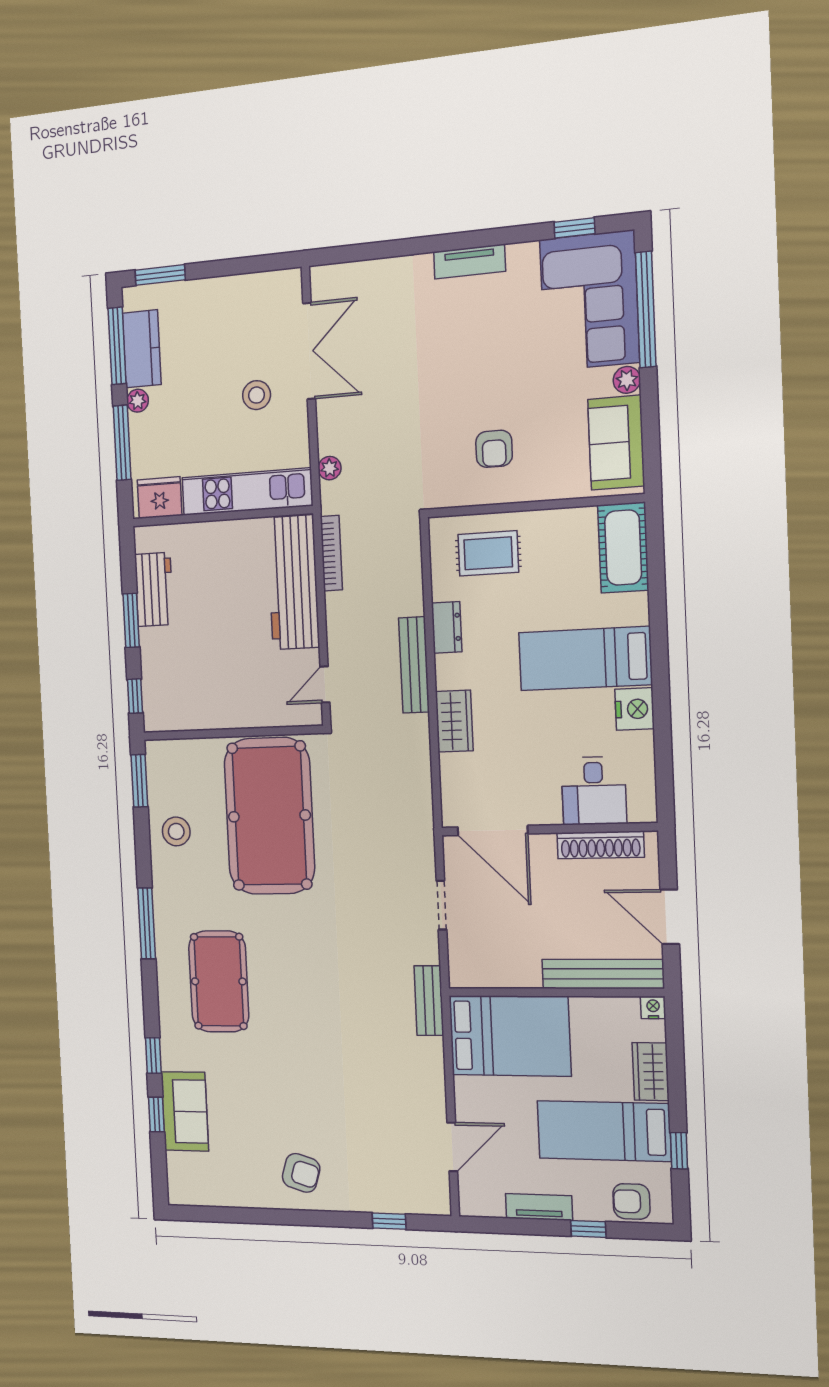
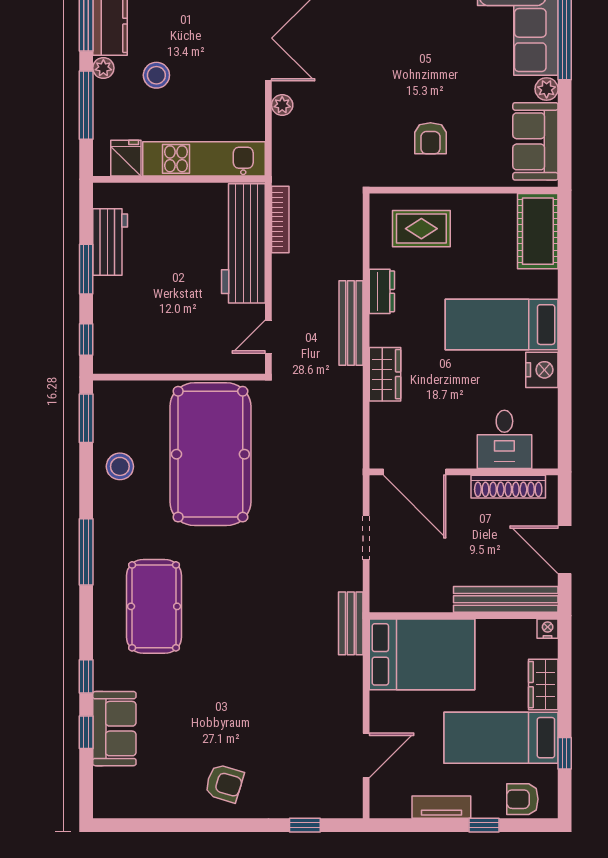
stool: (257, 395) -> (156, 75), moved
plant: (330, 468) -> (282, 105), moved
fridge: (160, 498) -> (126, 158), width x0.72

